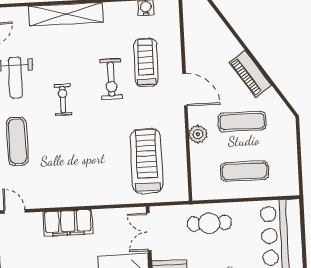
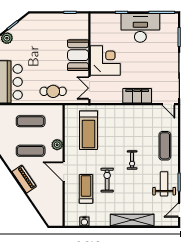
treadmill: (146, 62) -> (86, 189), turned 180
exercise bike: (63, 100) -> (132, 160), moved
double door: (149, 232) -> (89, 88), swing flipped

